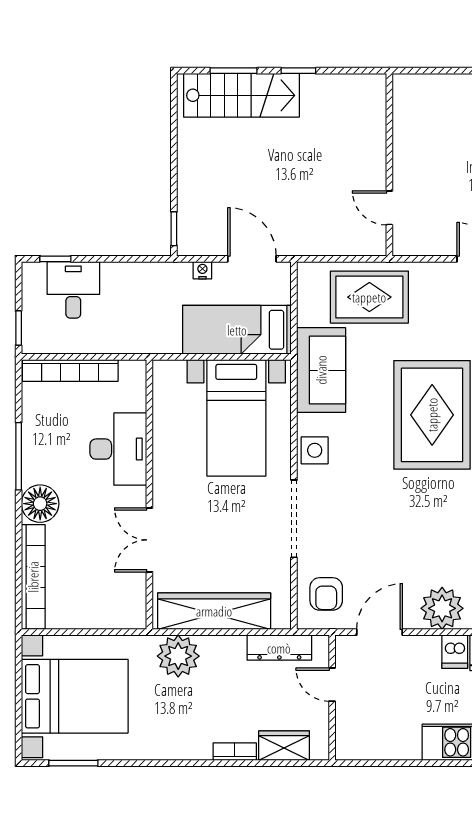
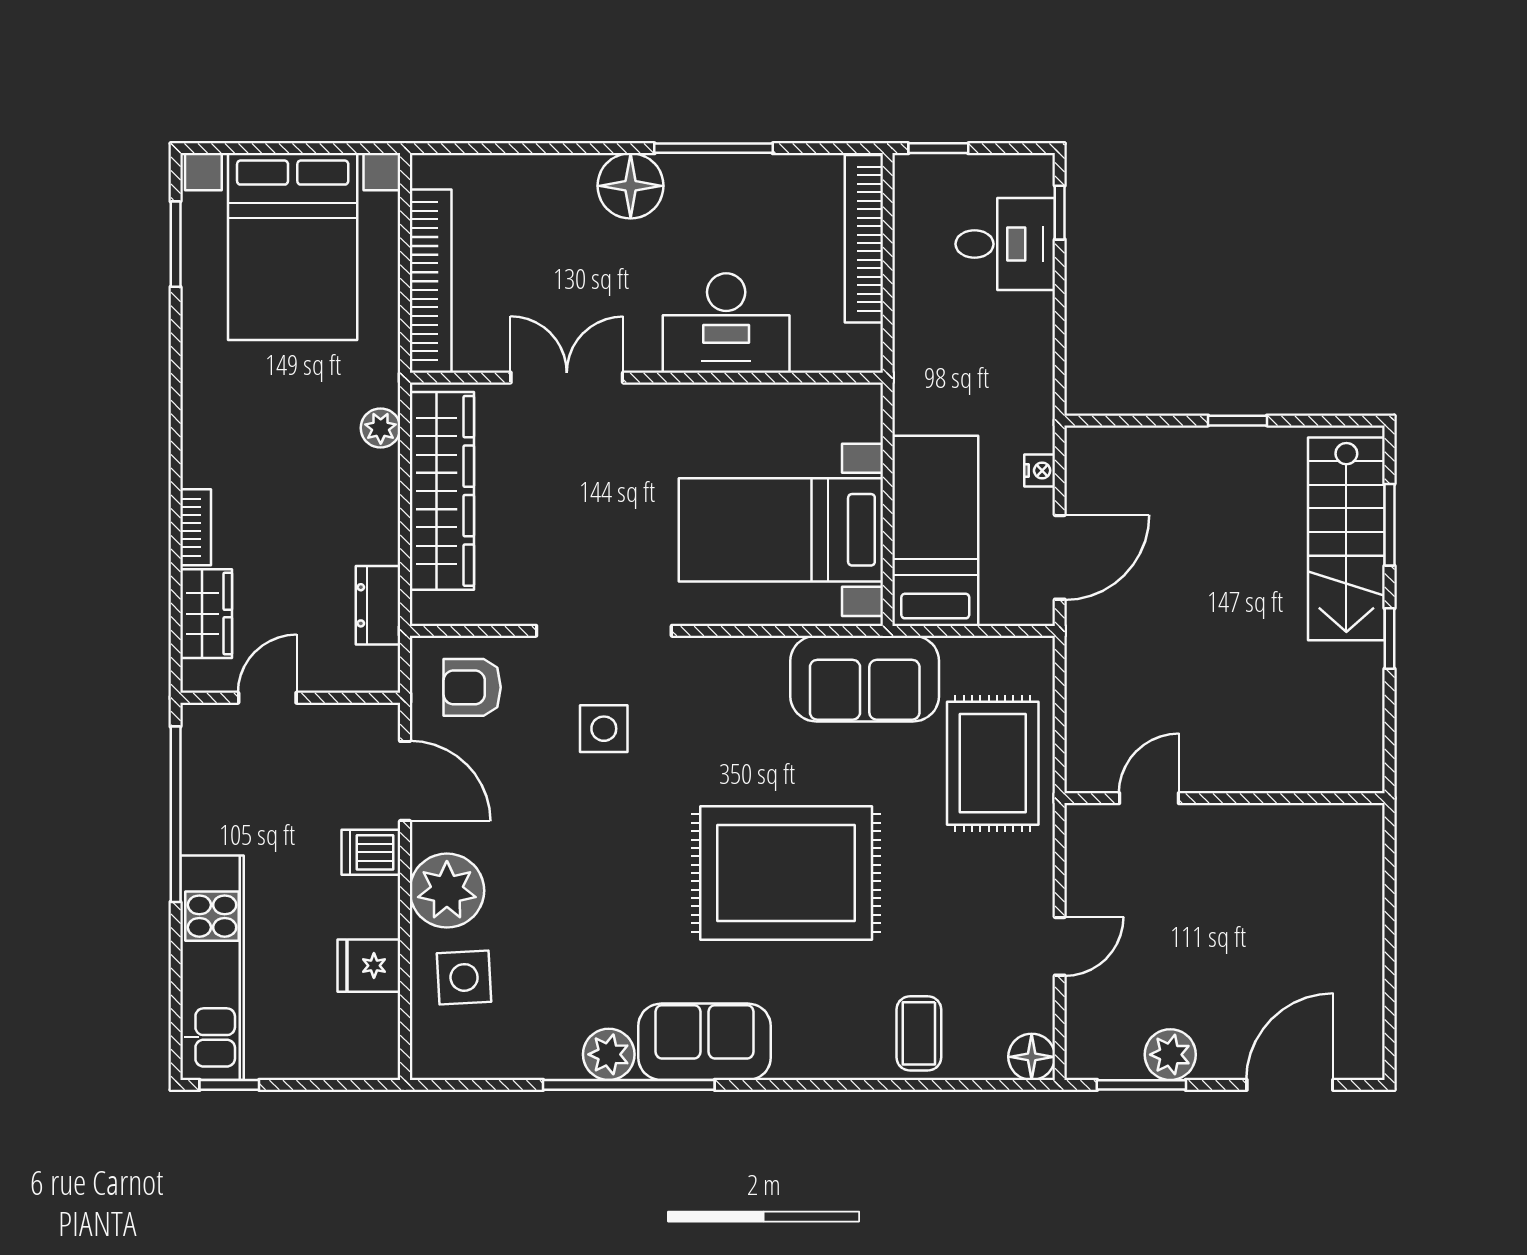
window: (174, 229) -> (1238, 421), moved
side table: (315, 450) -> (604, 729), moved
bookcase: (33, 577) -> (431, 281), moved, turned -90
dresser: (279, 648) -> (378, 605), width x0.70
dishwasher: (455, 652) -> (371, 852), moved
plant: (178, 656) -> (381, 428), width x0.53, depth x0.53
door: (332, 685) -> (267, 698), moved
window: (399, 763) -> (176, 814), added

